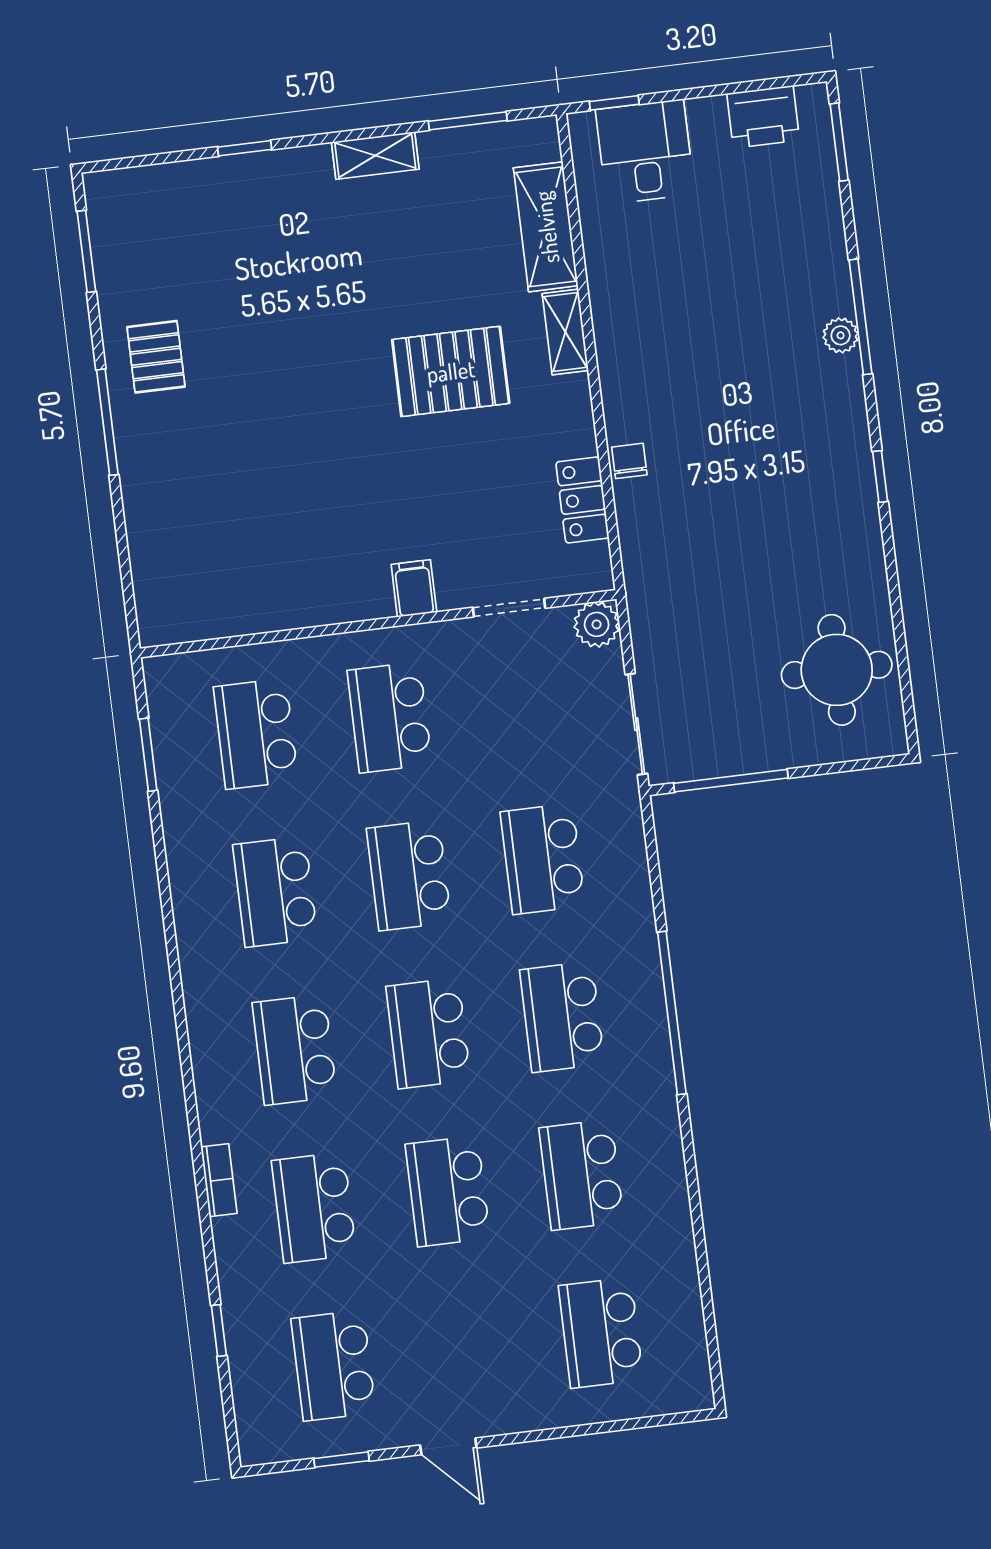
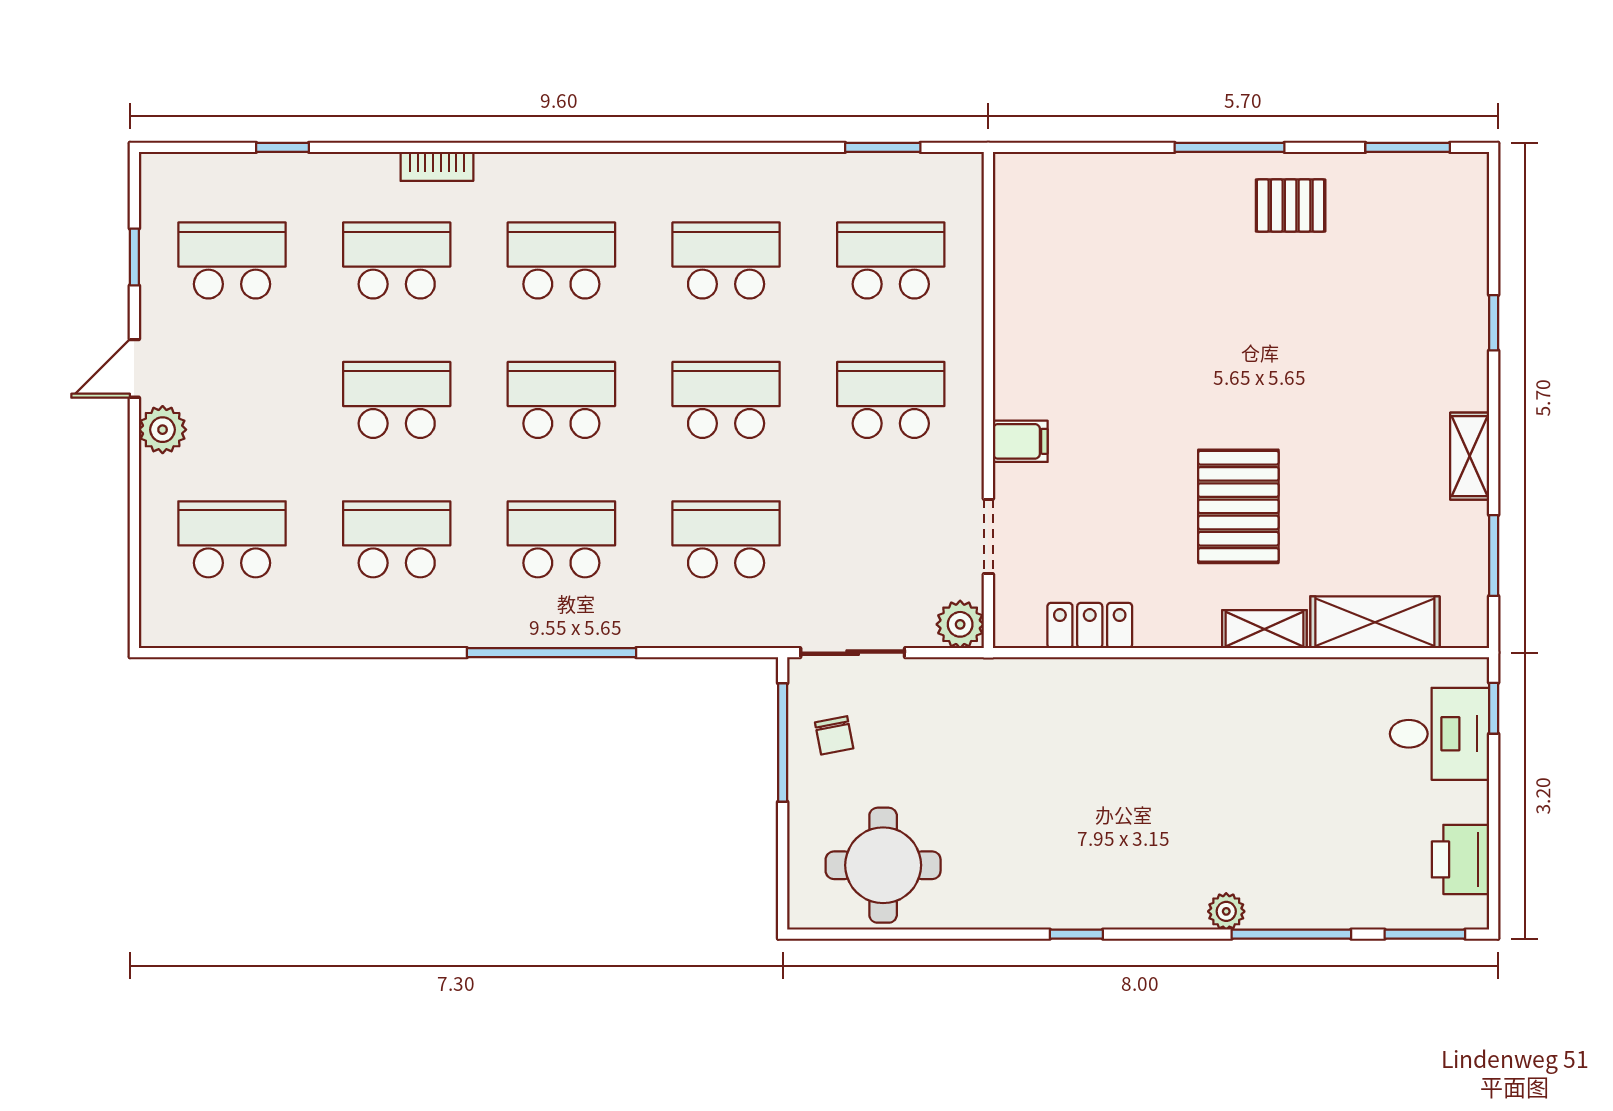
window: (861, 317) -> (1291, 934), moved
chair: (629, 461) -> (834, 735), moved, turned 79
plant: (504, 1412) -> (163, 430), added

